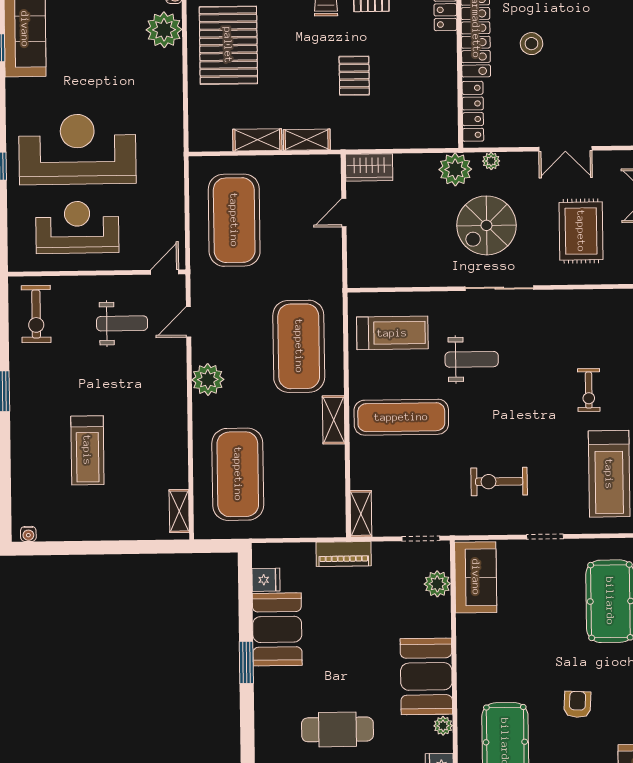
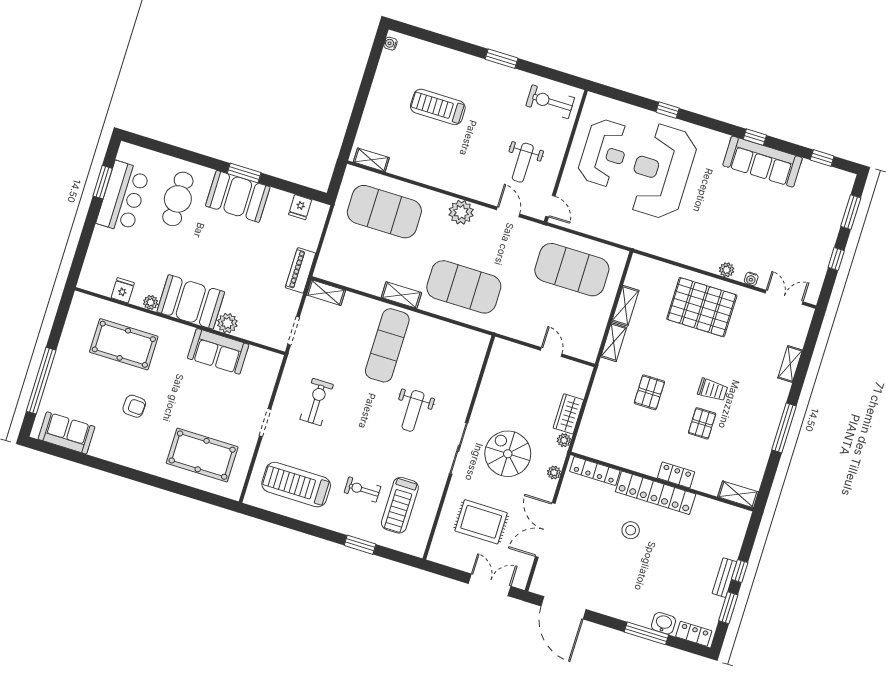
plant: (164, 30) -> (727, 270), width x0.53, depth x0.53
pallet: (354, 76) -> (649, 392), turned 90
reception desk: (77, 149) -> (661, 171), turned 180
double door: (565, 149) -> (545, 530), width x1.37
wardrobe: (369, 167) -> (568, 414), moved
plant: (455, 169) -> (564, 440), width x0.53, depth x0.53
treadmill: (392, 333) -> (400, 505), moved
sofa: (476, 577) -> (218, 351), moved
plant: (437, 584) -> (227, 323), moved
booth: (277, 629) -> (238, 196), moved
cafe table: (337, 729) -> (178, 199), moved

